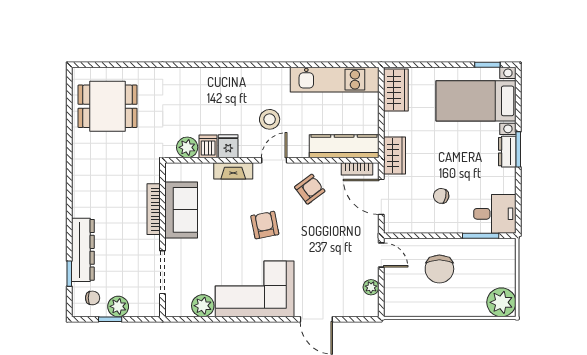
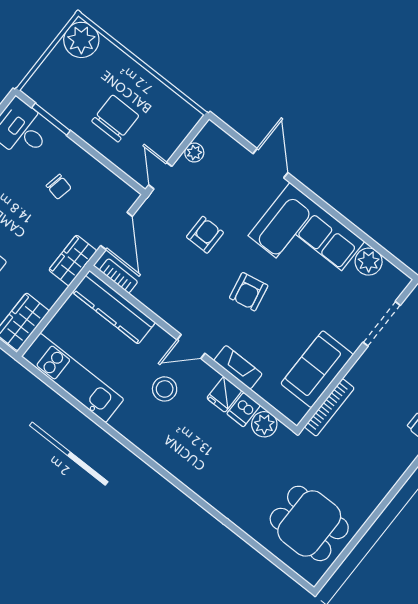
armchair: (310, 189) -> (205, 235), moved, turned 127
bookcase: (154, 209) -> (329, 408), moved

